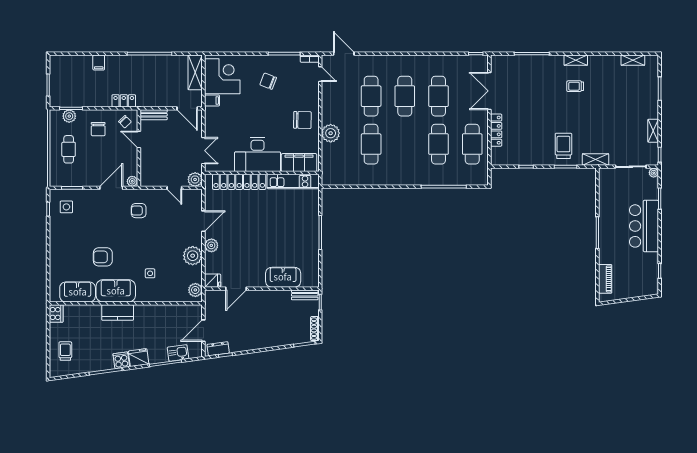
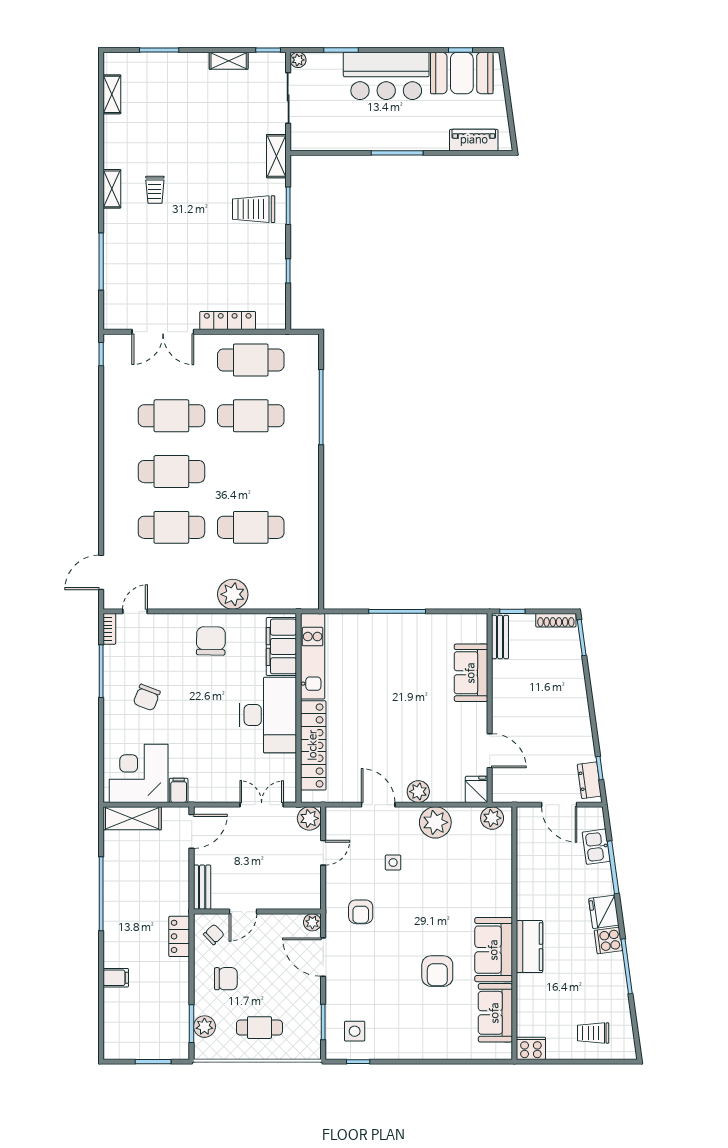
booth: (646, 272) -> (462, 73), added
side table: (150, 273) -> (393, 863), moved

